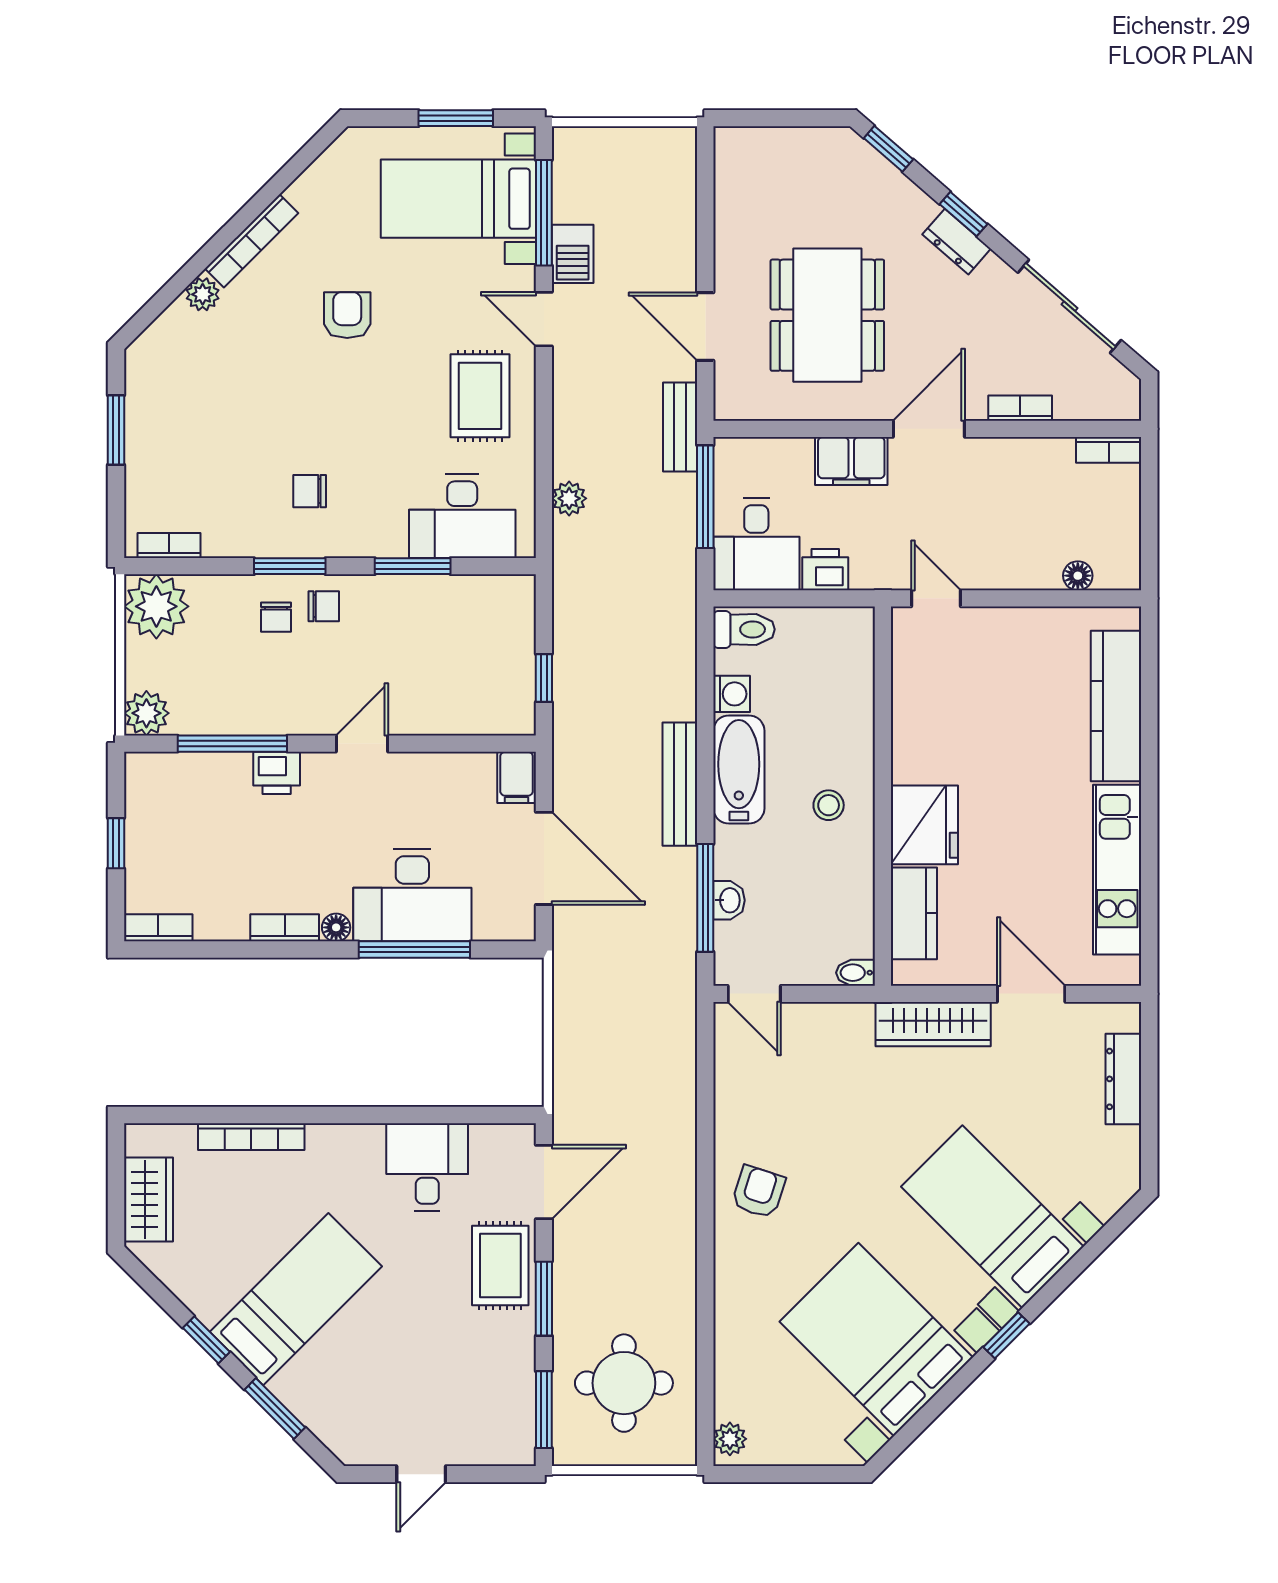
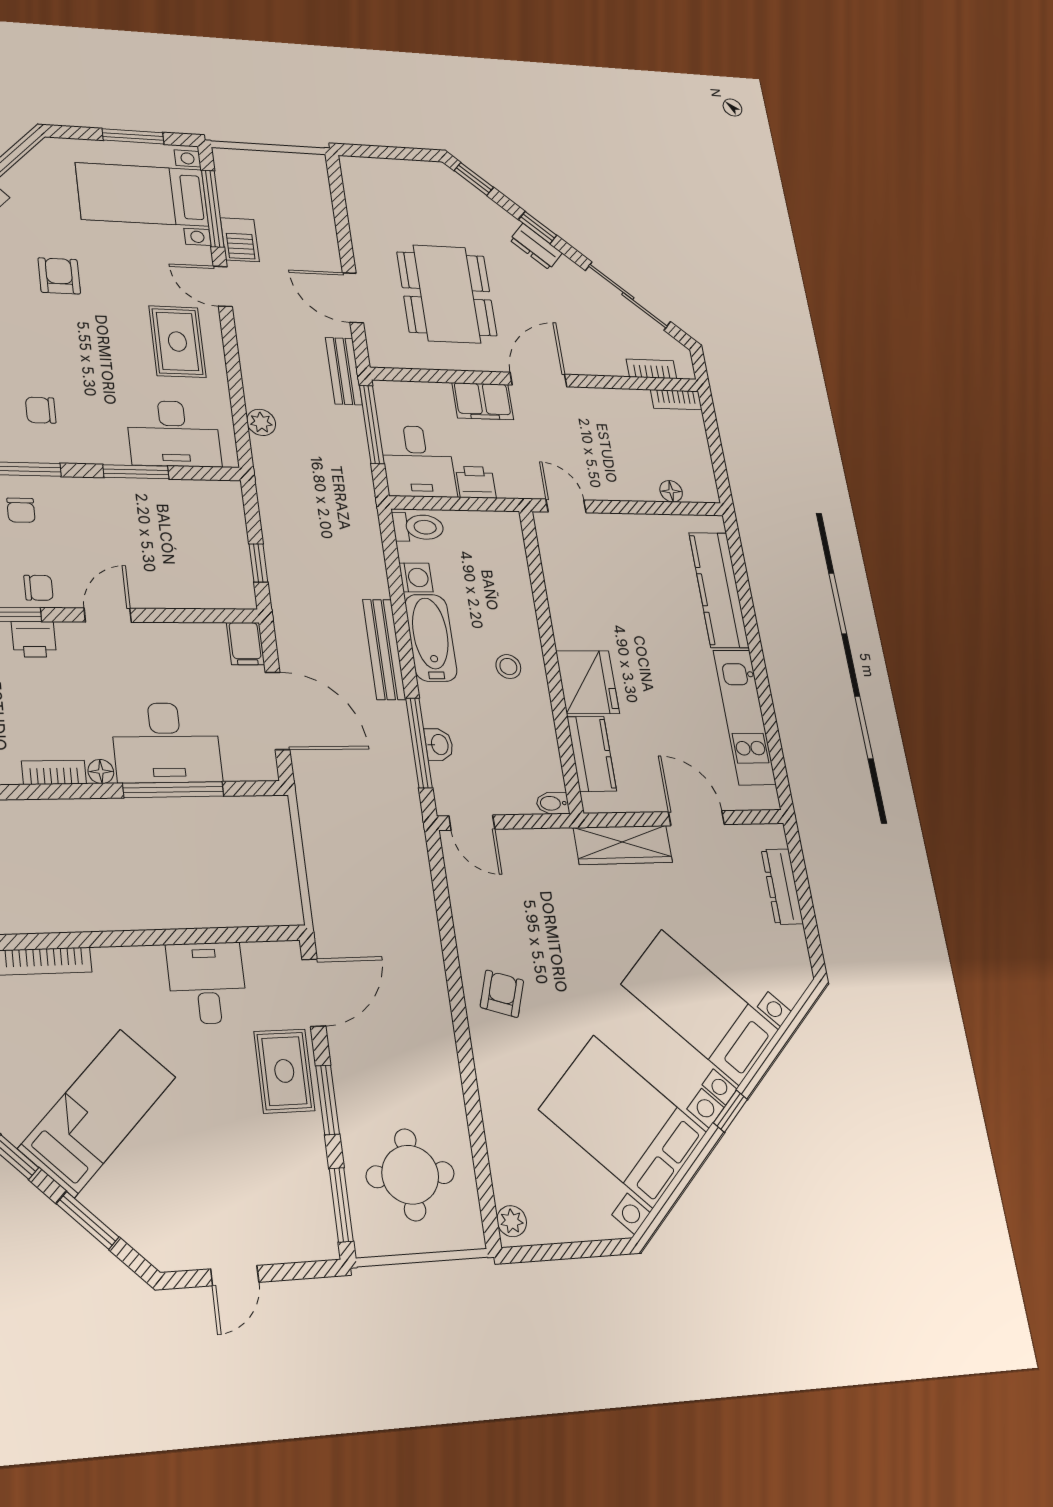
bookcase: (1020, 408) -> (651, 369), moved
chair: (324, 606) -> (39, 588), moved

